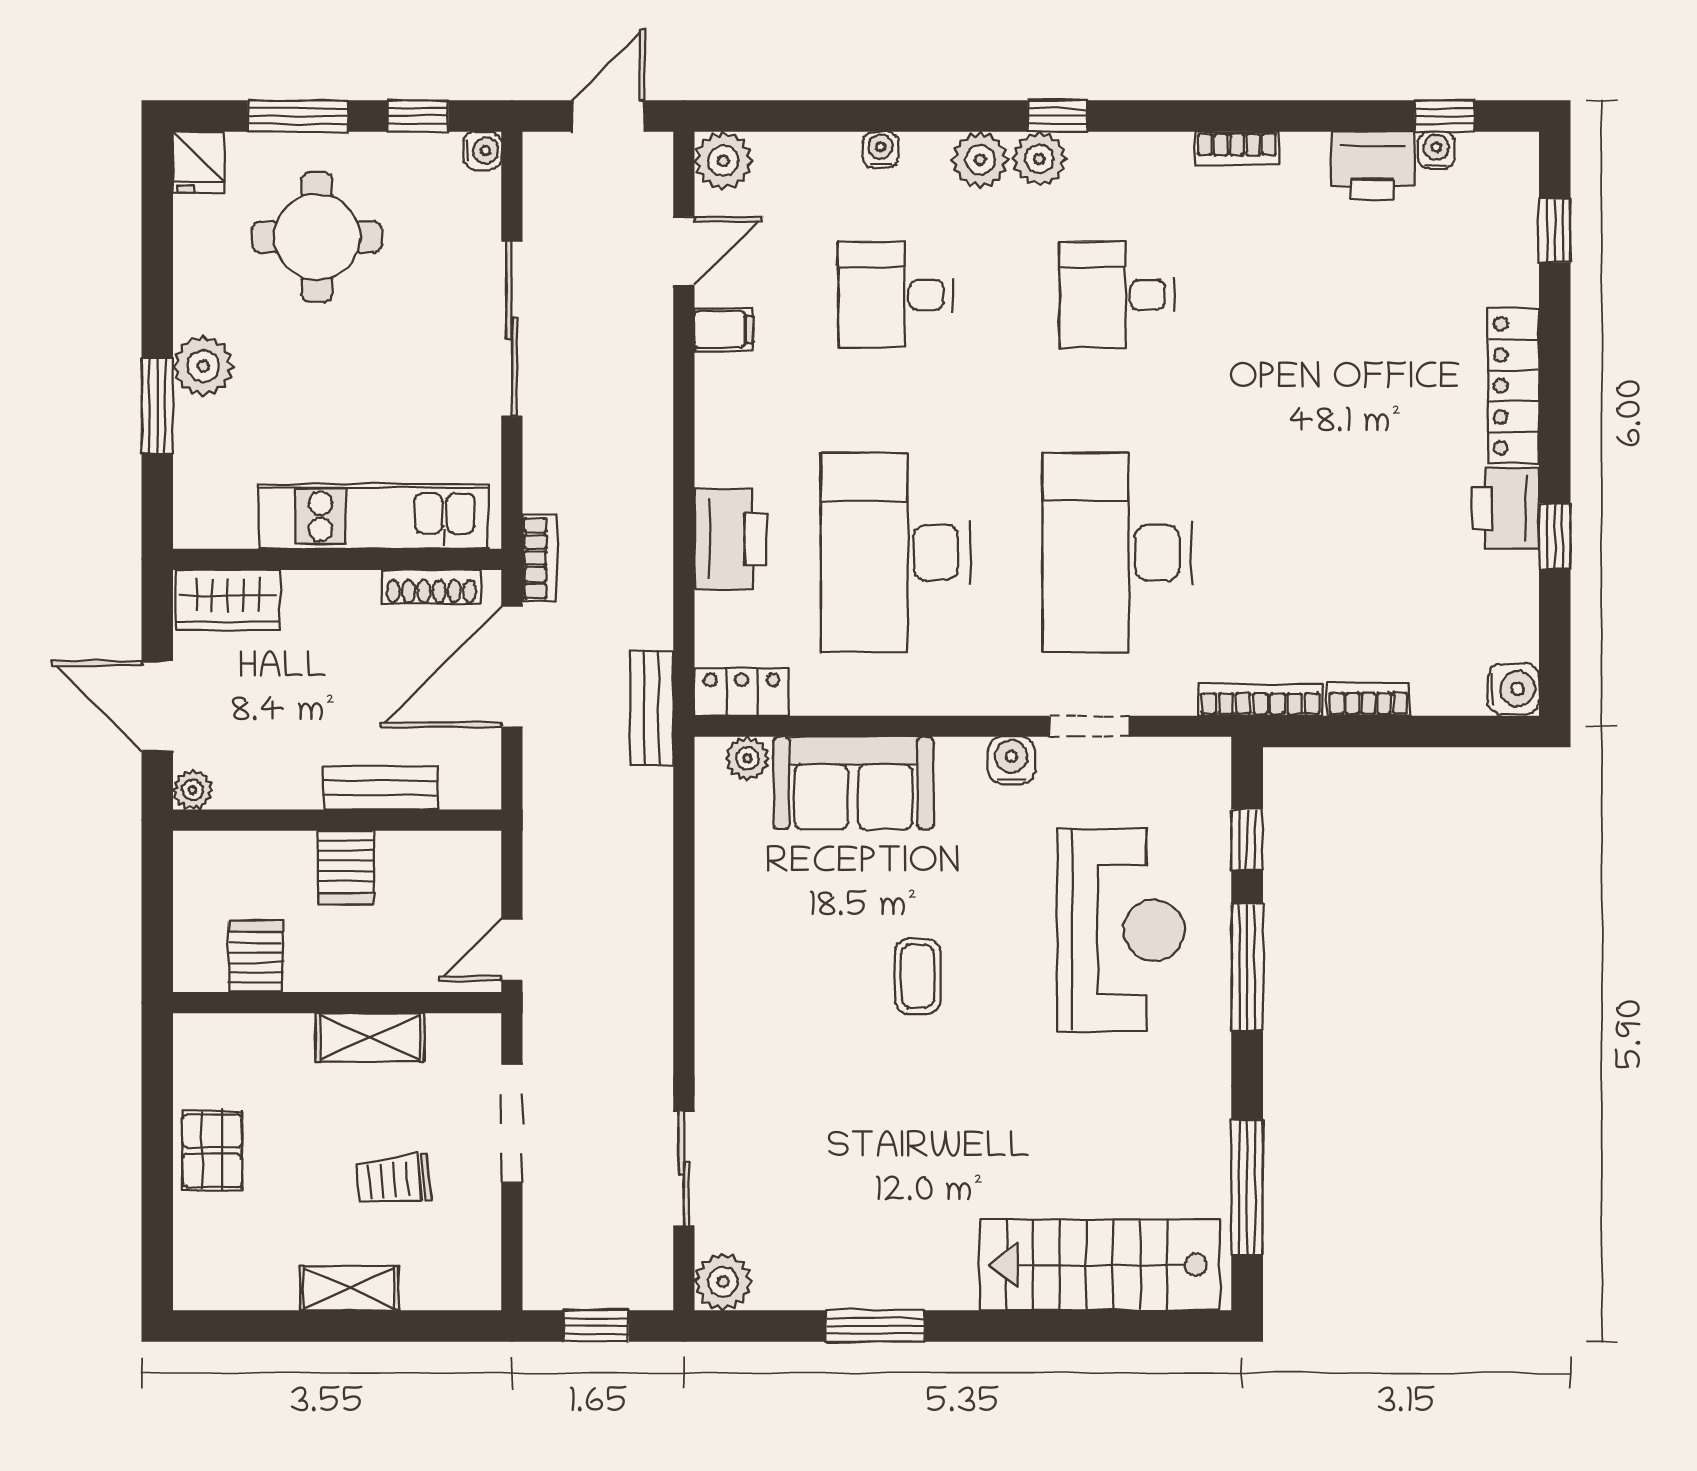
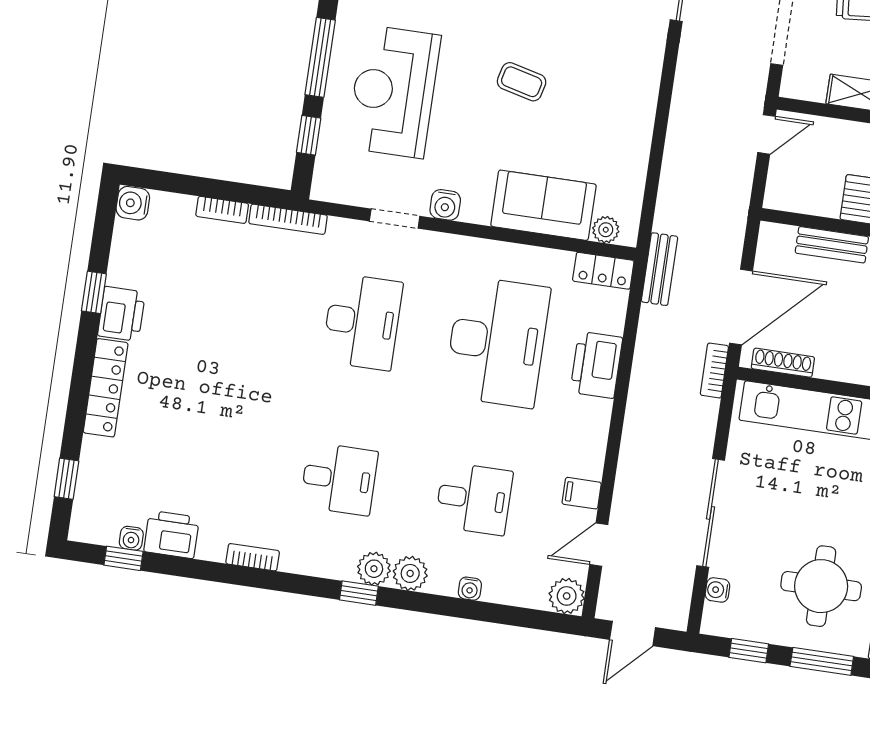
water cooler: (483, 151) -> (717, 590), moved
desk: (1117, 553) -> (362, 322), width x0.73, depth x0.77
coffee table: (918, 976) -> (522, 82), turned -76

